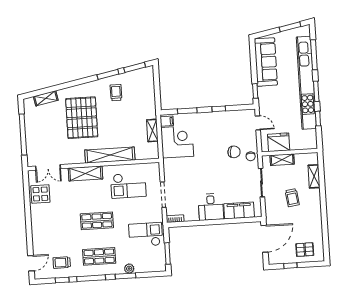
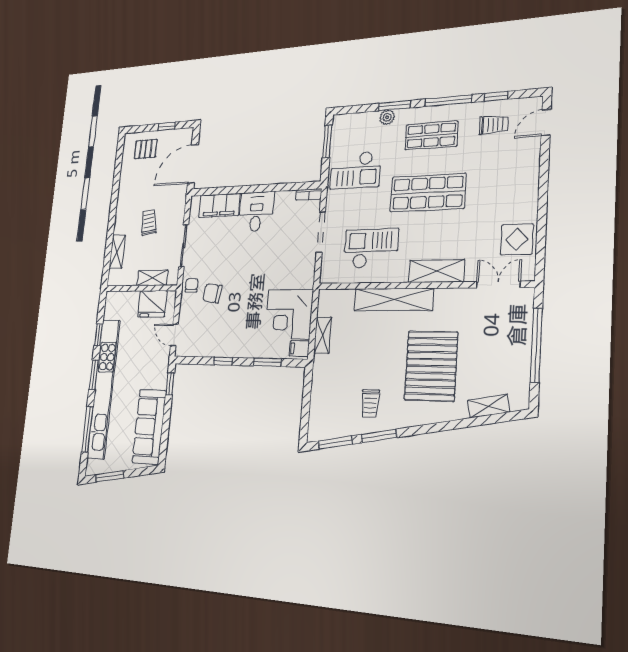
shop shelf: (97, 221) -> (428, 193), width x1.43, depth x1.36

